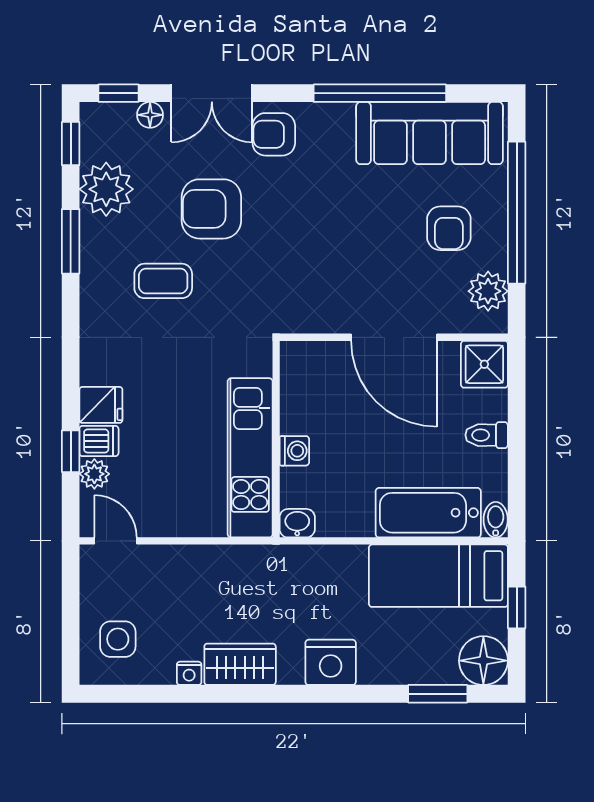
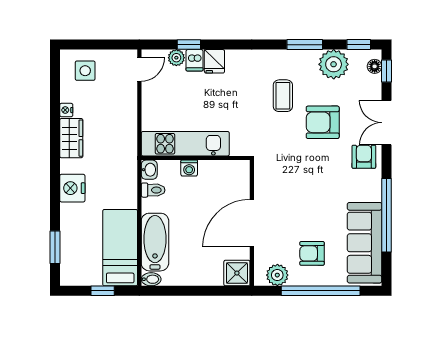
floor lamp: (150, 115) -> (375, 66), moved
armchair: (211, 209) -> (323, 122), turned -90
toilet: (487, 435) -> (153, 190), moved, turned 90
floor lamp: (483, 661) -> (73, 272), removed

